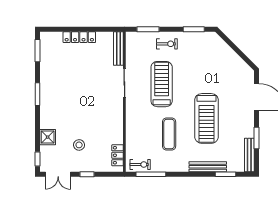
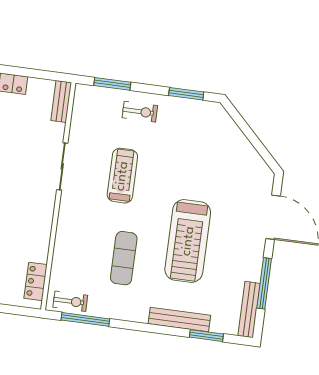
bench: (118, 48) -> (61, 101), width x0.73
treadmill: (162, 84) -> (122, 176), width x0.73, depth x0.73
window: (256, 138) -> (264, 283), width x1.44

